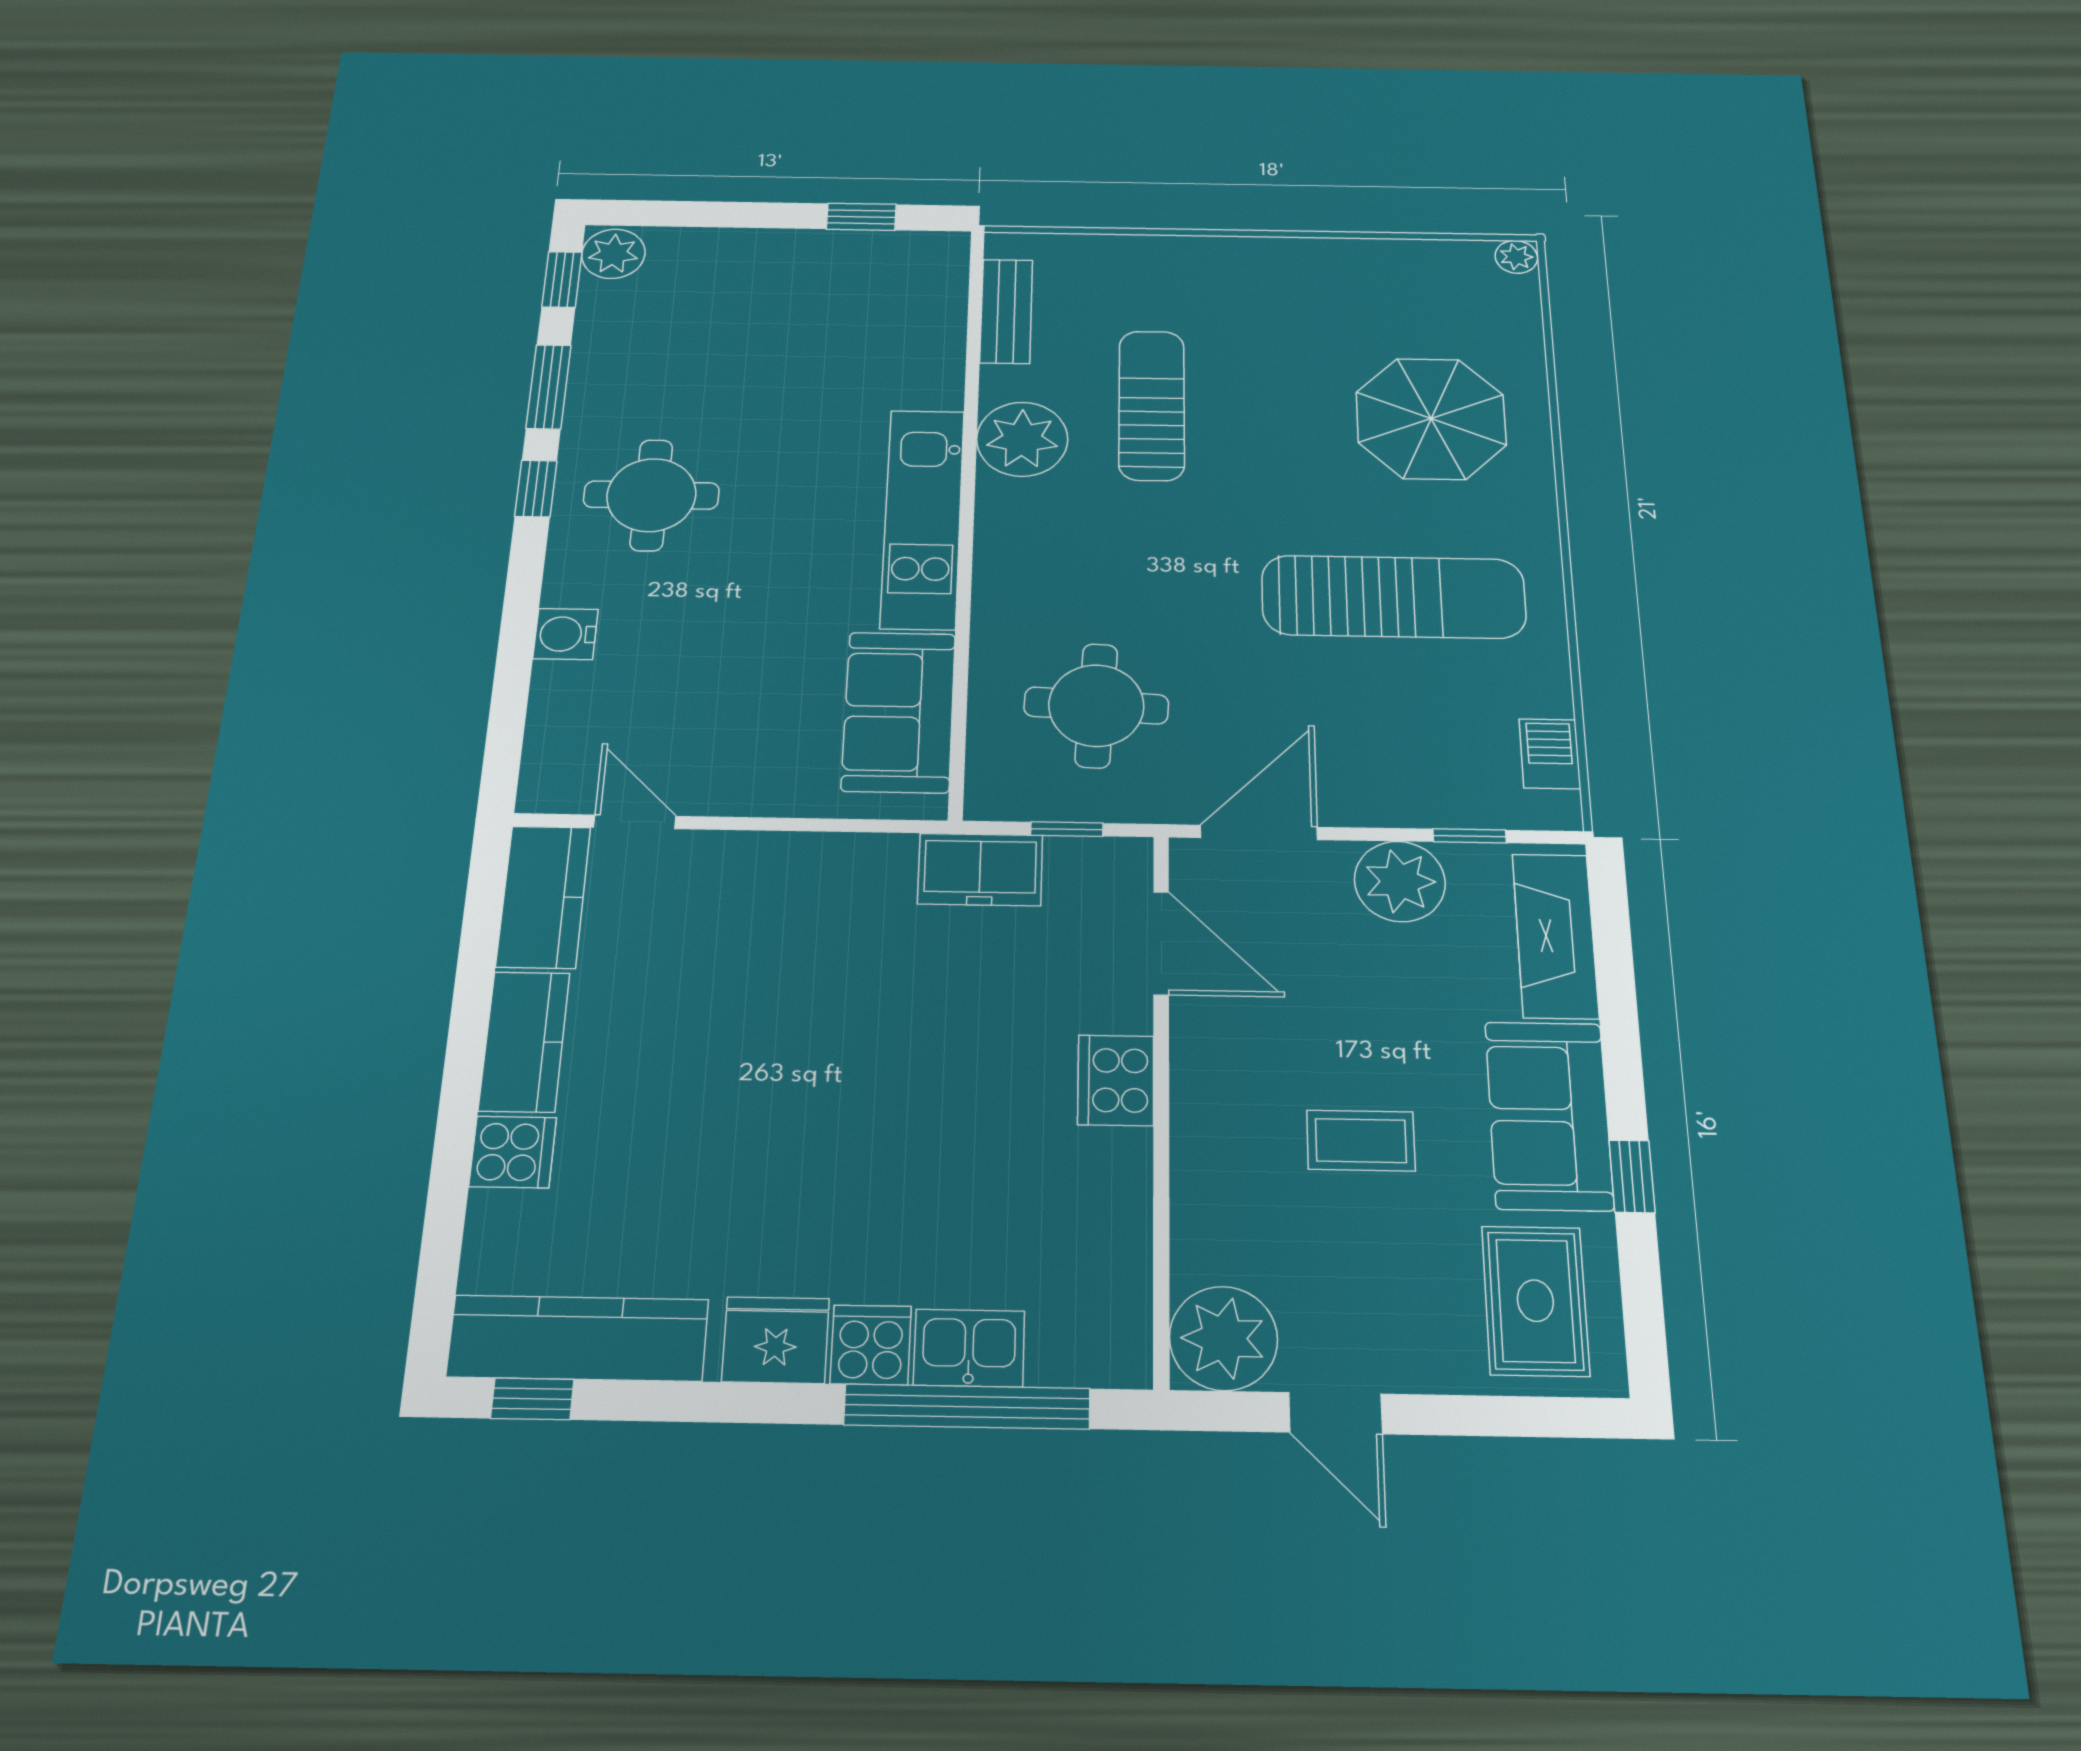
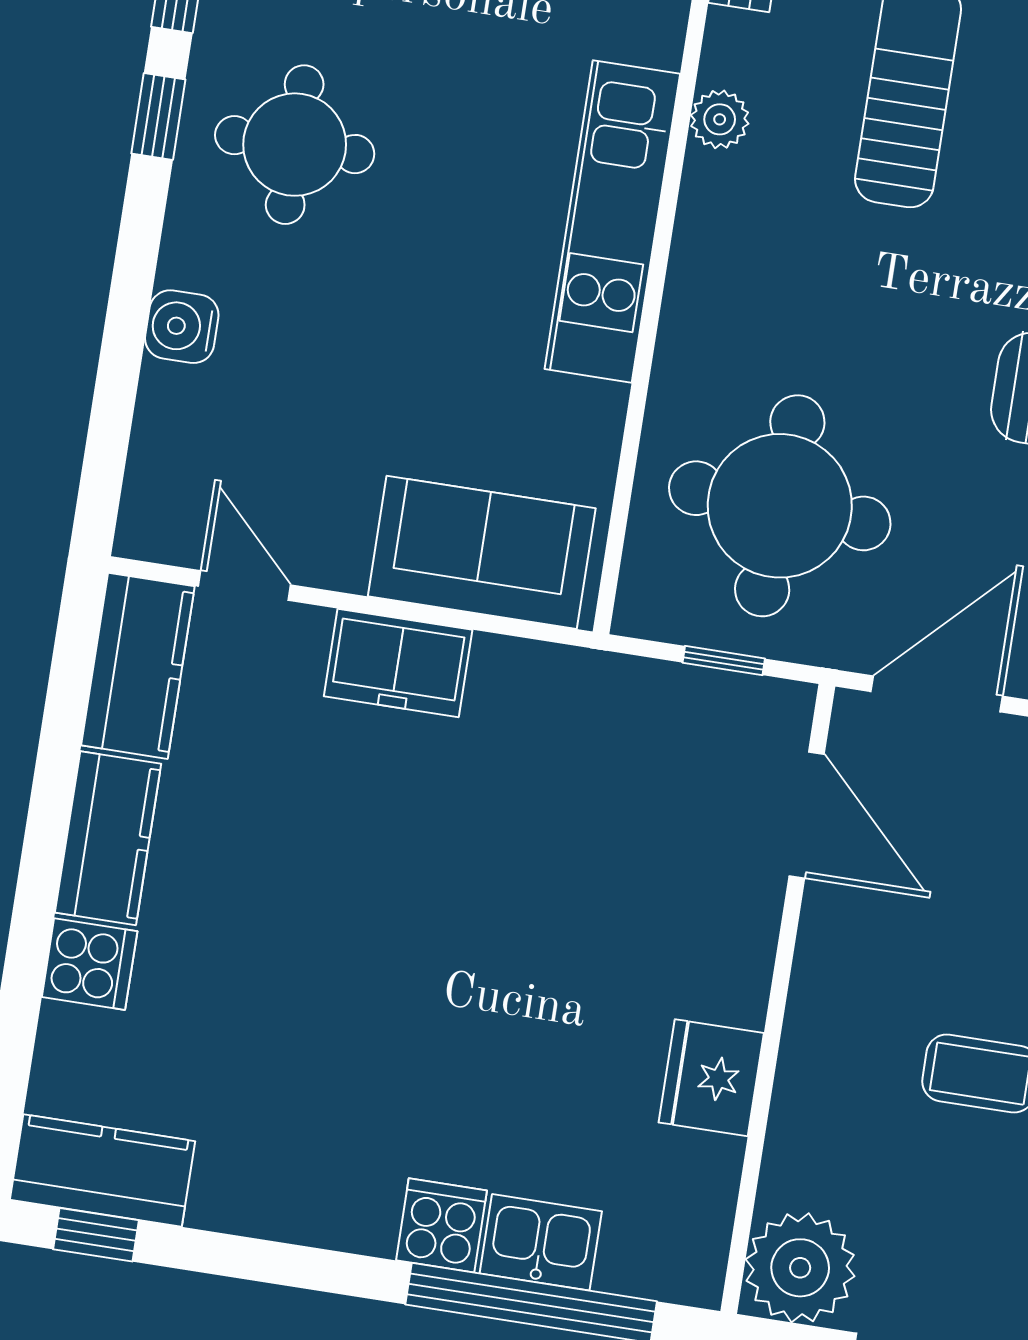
plant: (1022, 439) -> (720, 119), width x0.53, depth x0.53
round table: (1096, 706) -> (780, 506), width x1.36, depth x1.36
sofa: (899, 712) -> (482, 552), moved, turned 90
freezer: (980, 869) -> (398, 663), moved
cooker: (1116, 1080) -> (733, 970), removed
kitchen counter: (578, 1338) -> (103, 1170), width x0.67
fridge: (776, 1340) -> (711, 1078), moved, turned -90

